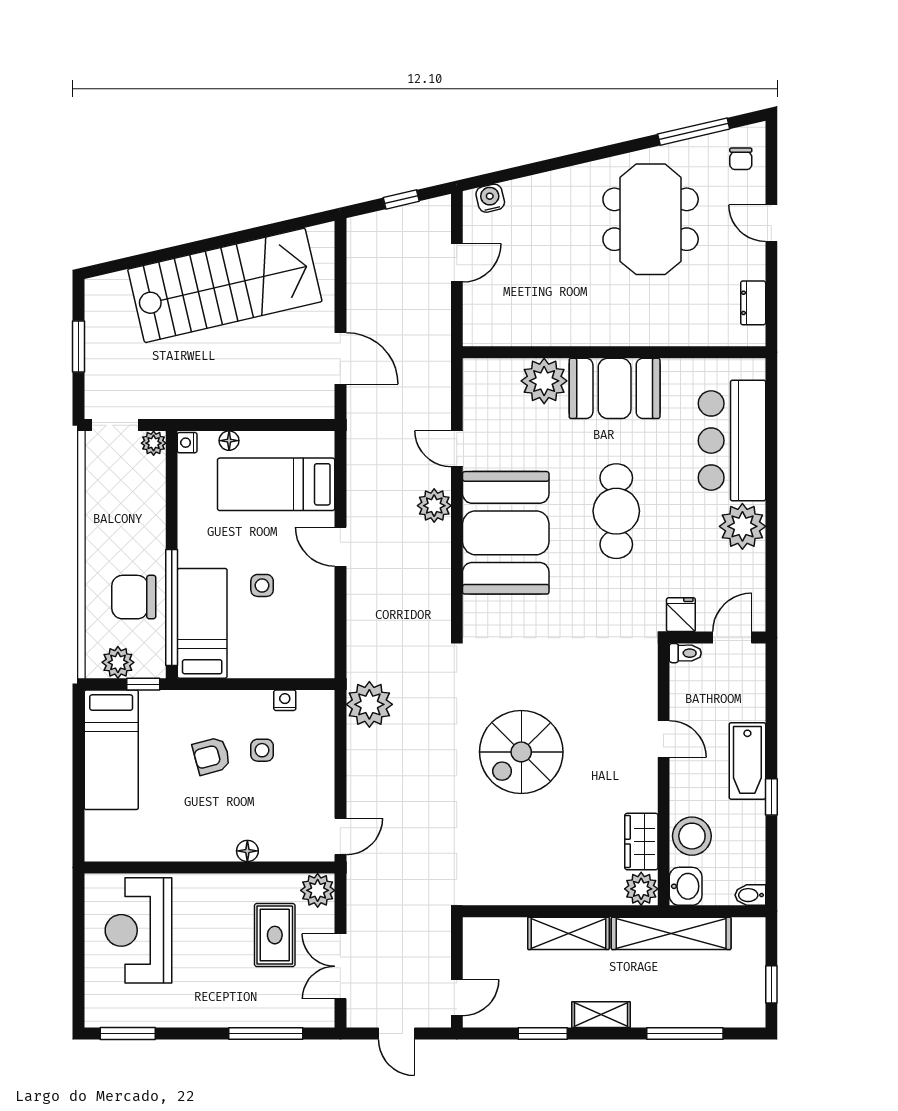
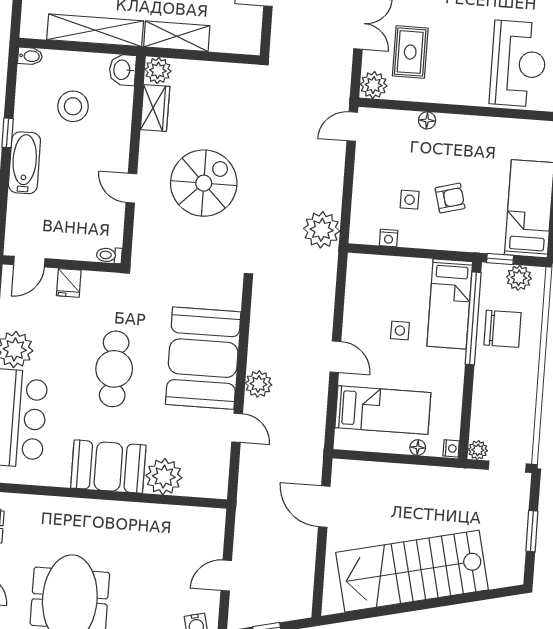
toilet: (685, 653) -> (109, 255), moved
door: (664, 739) -> (131, 188), moved
wall: (664, 774) -> (133, 160), moved
wardrobe: (641, 842) -> (155, 108), moved
washbasin: (686, 886) -> (123, 70), moved
plant: (641, 889) -> (158, 70), moved

